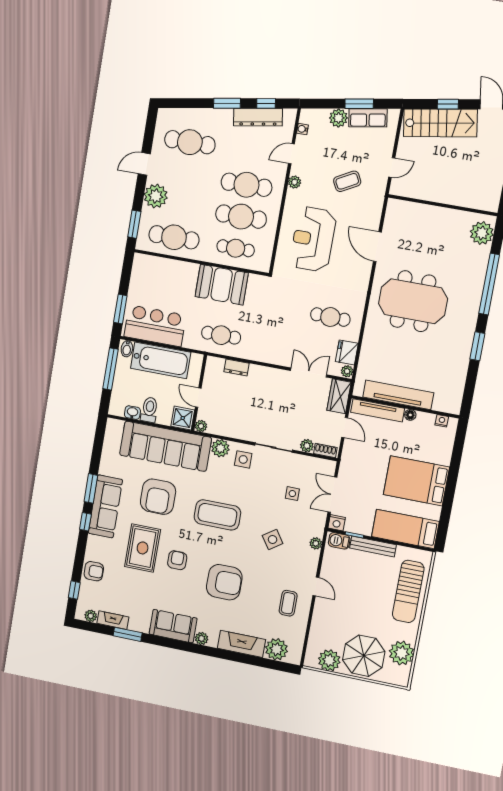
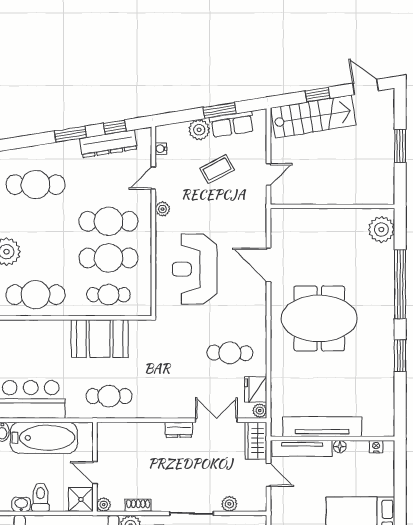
coffee table: (347, 181) -> (217, 169), moved
dresser: (237, 367) -> (179, 430), moved
shoe rack: (325, 451) -> (138, 505), moved

